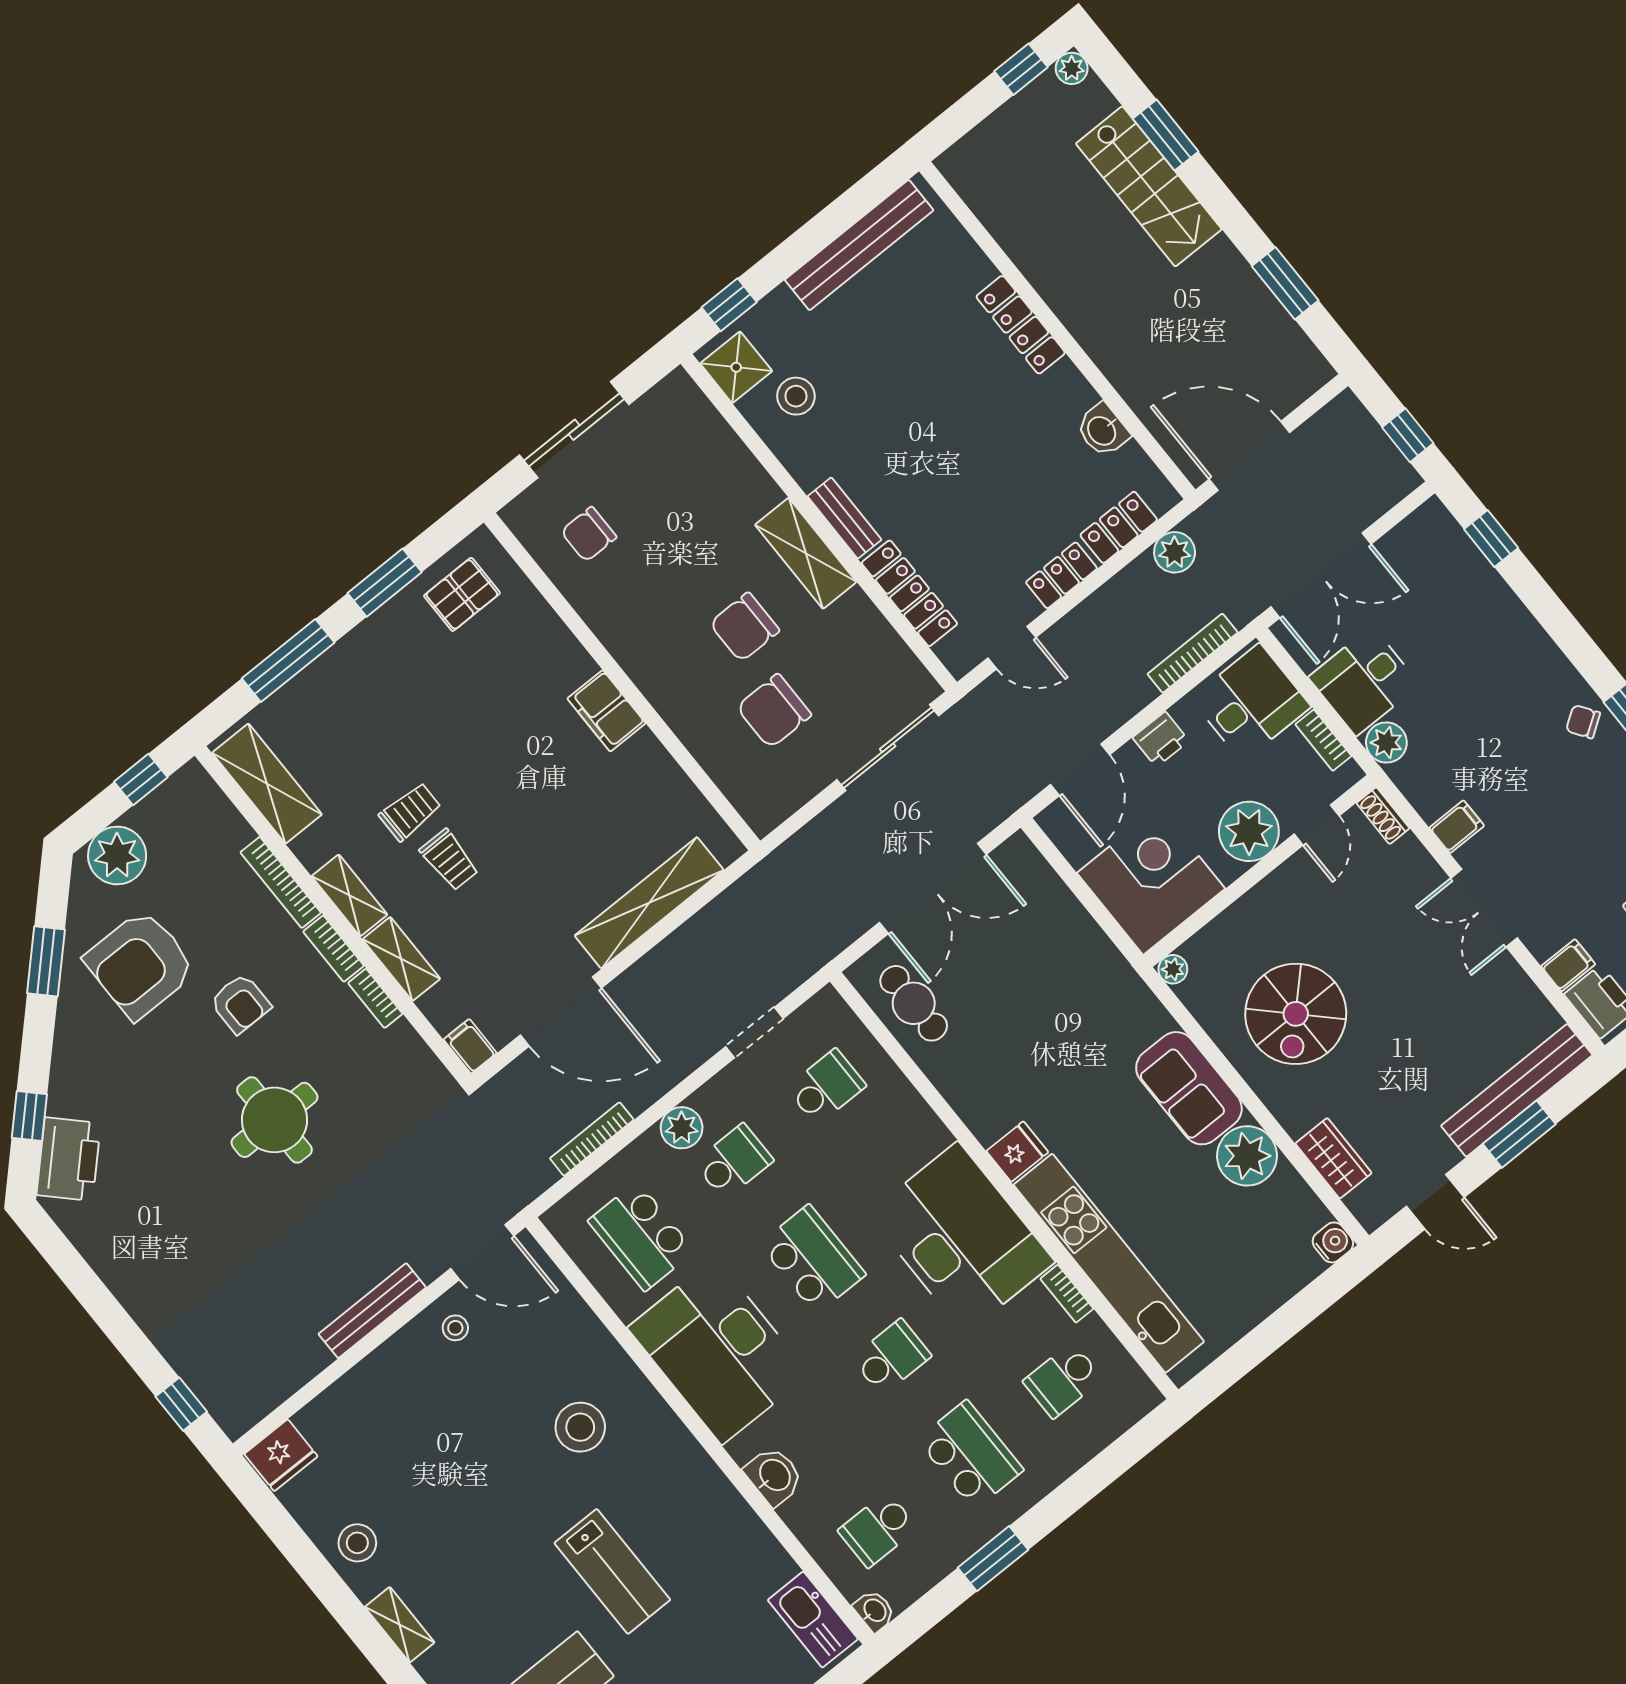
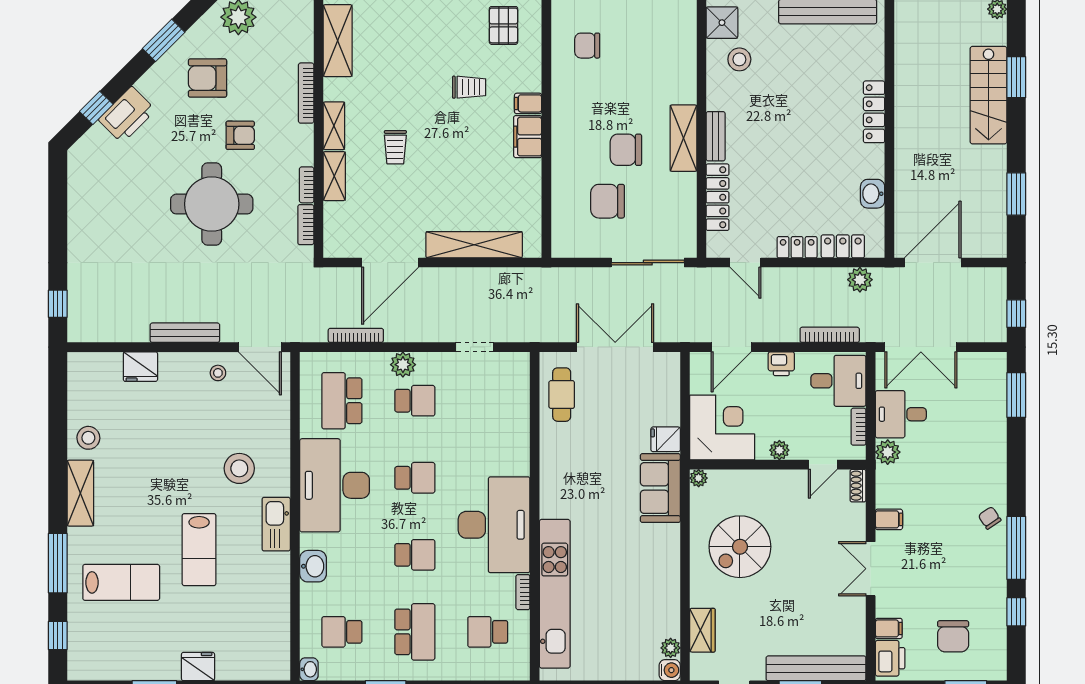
door: (1249, 456) -> (933, 263), hinge flipped
window: (1491, 538) -> (1016, 395), width x1.50
pallet: (462, 594) -> (504, 25), turned 90
trolley: (410, 812) -> (469, 87), moved
plant: (1249, 831) -> (779, 450), width x0.53, depth x0.53
double door: (933, 888) -> (615, 347), swing flipped
bookcase: (333, 949) -> (306, 225), moved
armchair: (140, 964) -> (208, 78), width x0.73, depth x0.73
armchair: (240, 1004) -> (240, 135), turned -90
door: (561, 1012) -> (390, 263), hinge flipped
filing cabinet: (470, 1046) -> (528, 103), moved, turned -90
school desk: (826, 1087) -> (488, 401), removed
sofa: (1189, 1088) -> (660, 488), moved
round table: (274, 1120) -> (212, 204), width x1.36, depth x1.36
fridge: (1017, 1152) -> (666, 439), moved, turned 180
plant: (1247, 1156) -> (671, 648), moved, width x0.53, depth x0.53
printer: (69, 1159) -> (127, 115), moved
school desk: (813, 1259) -> (415, 478), width x0.54
fridge: (281, 1455) -> (140, 367), moved
kitchen sink: (813, 1620) -> (276, 524), moved
shelving: (400, 1625) -> (80, 493), width x1.50, depth x1.33

